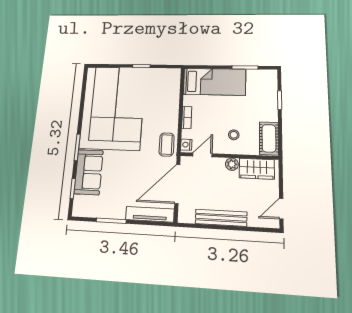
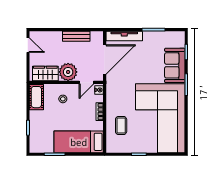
coffee table: (167, 145) -> (121, 125), moved
plant: (232, 164) -> (68, 72), width x1.88, depth x1.88
door: (281, 209) -> (28, 45), hinge flipped
bench: (221, 218) -> (76, 36), width x0.73

